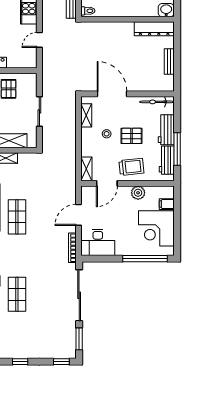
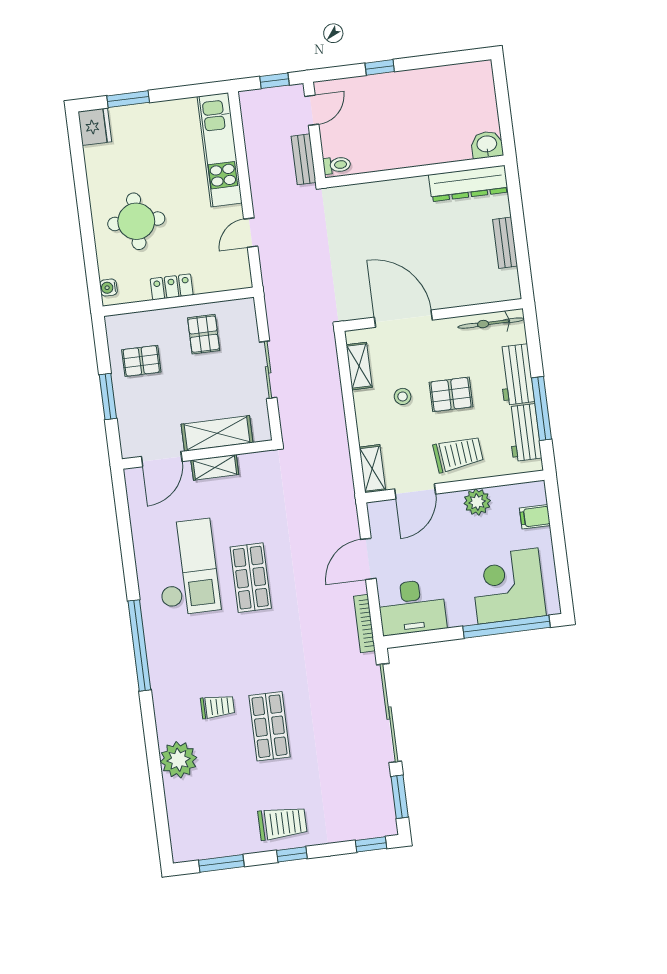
corner desk: (156, 228) -> (508, 586), moved, turned 90
trolley: (17, 345) -> (282, 823), added

